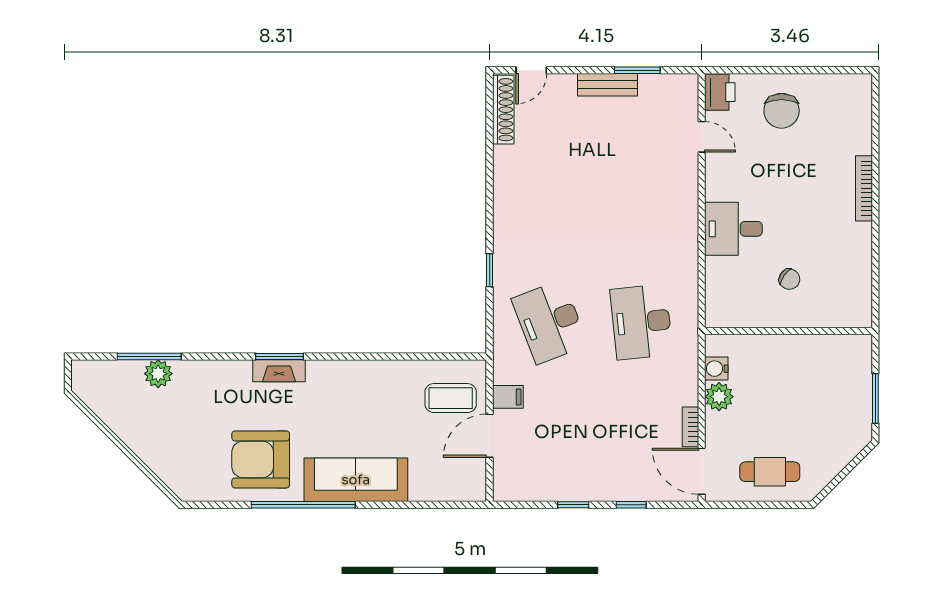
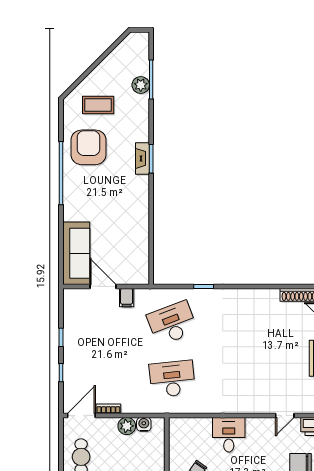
coffee table: (451, 398) -> (98, 105), moved, turned 90
sofa: (356, 480) -> (76, 253), moved

